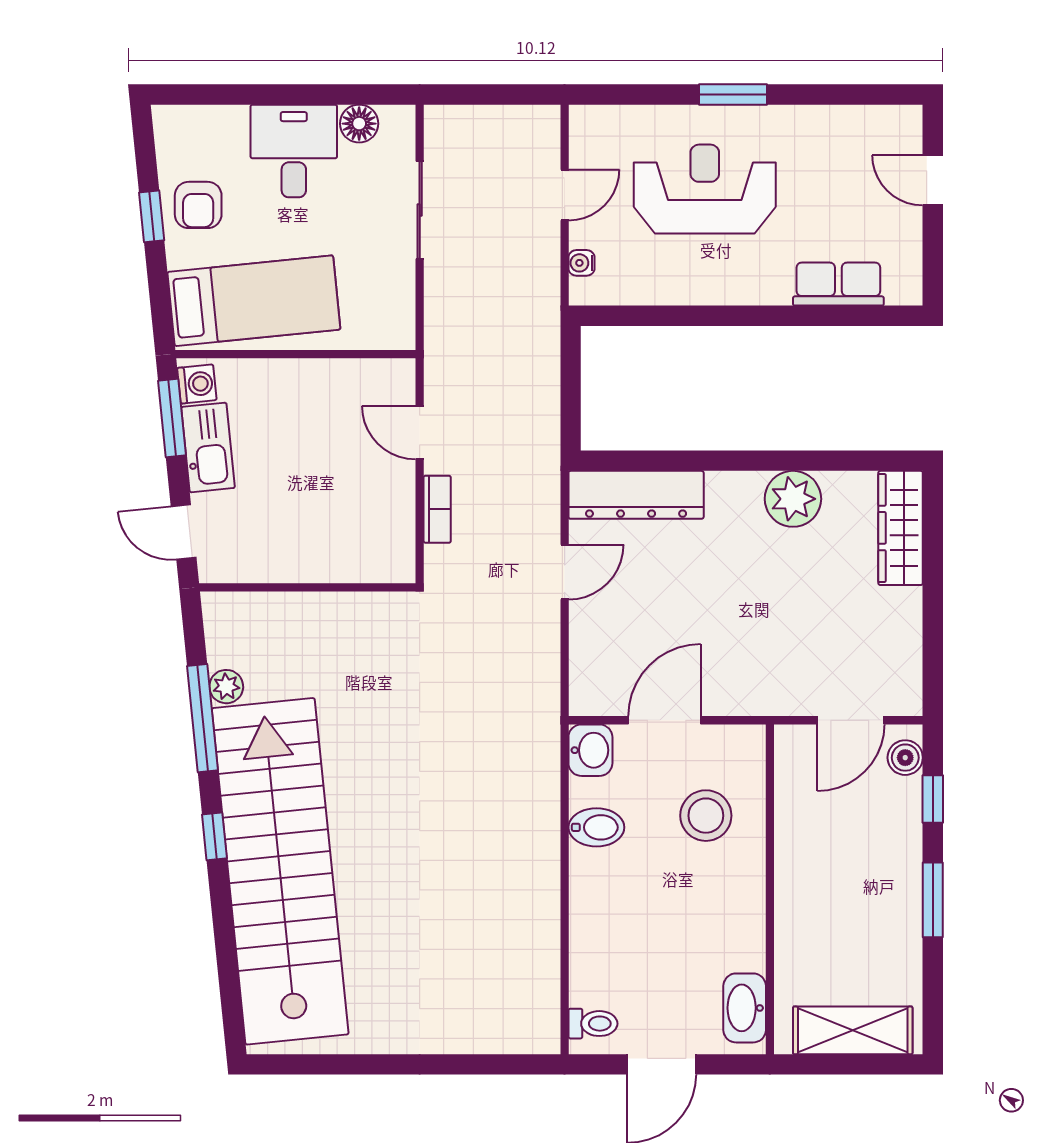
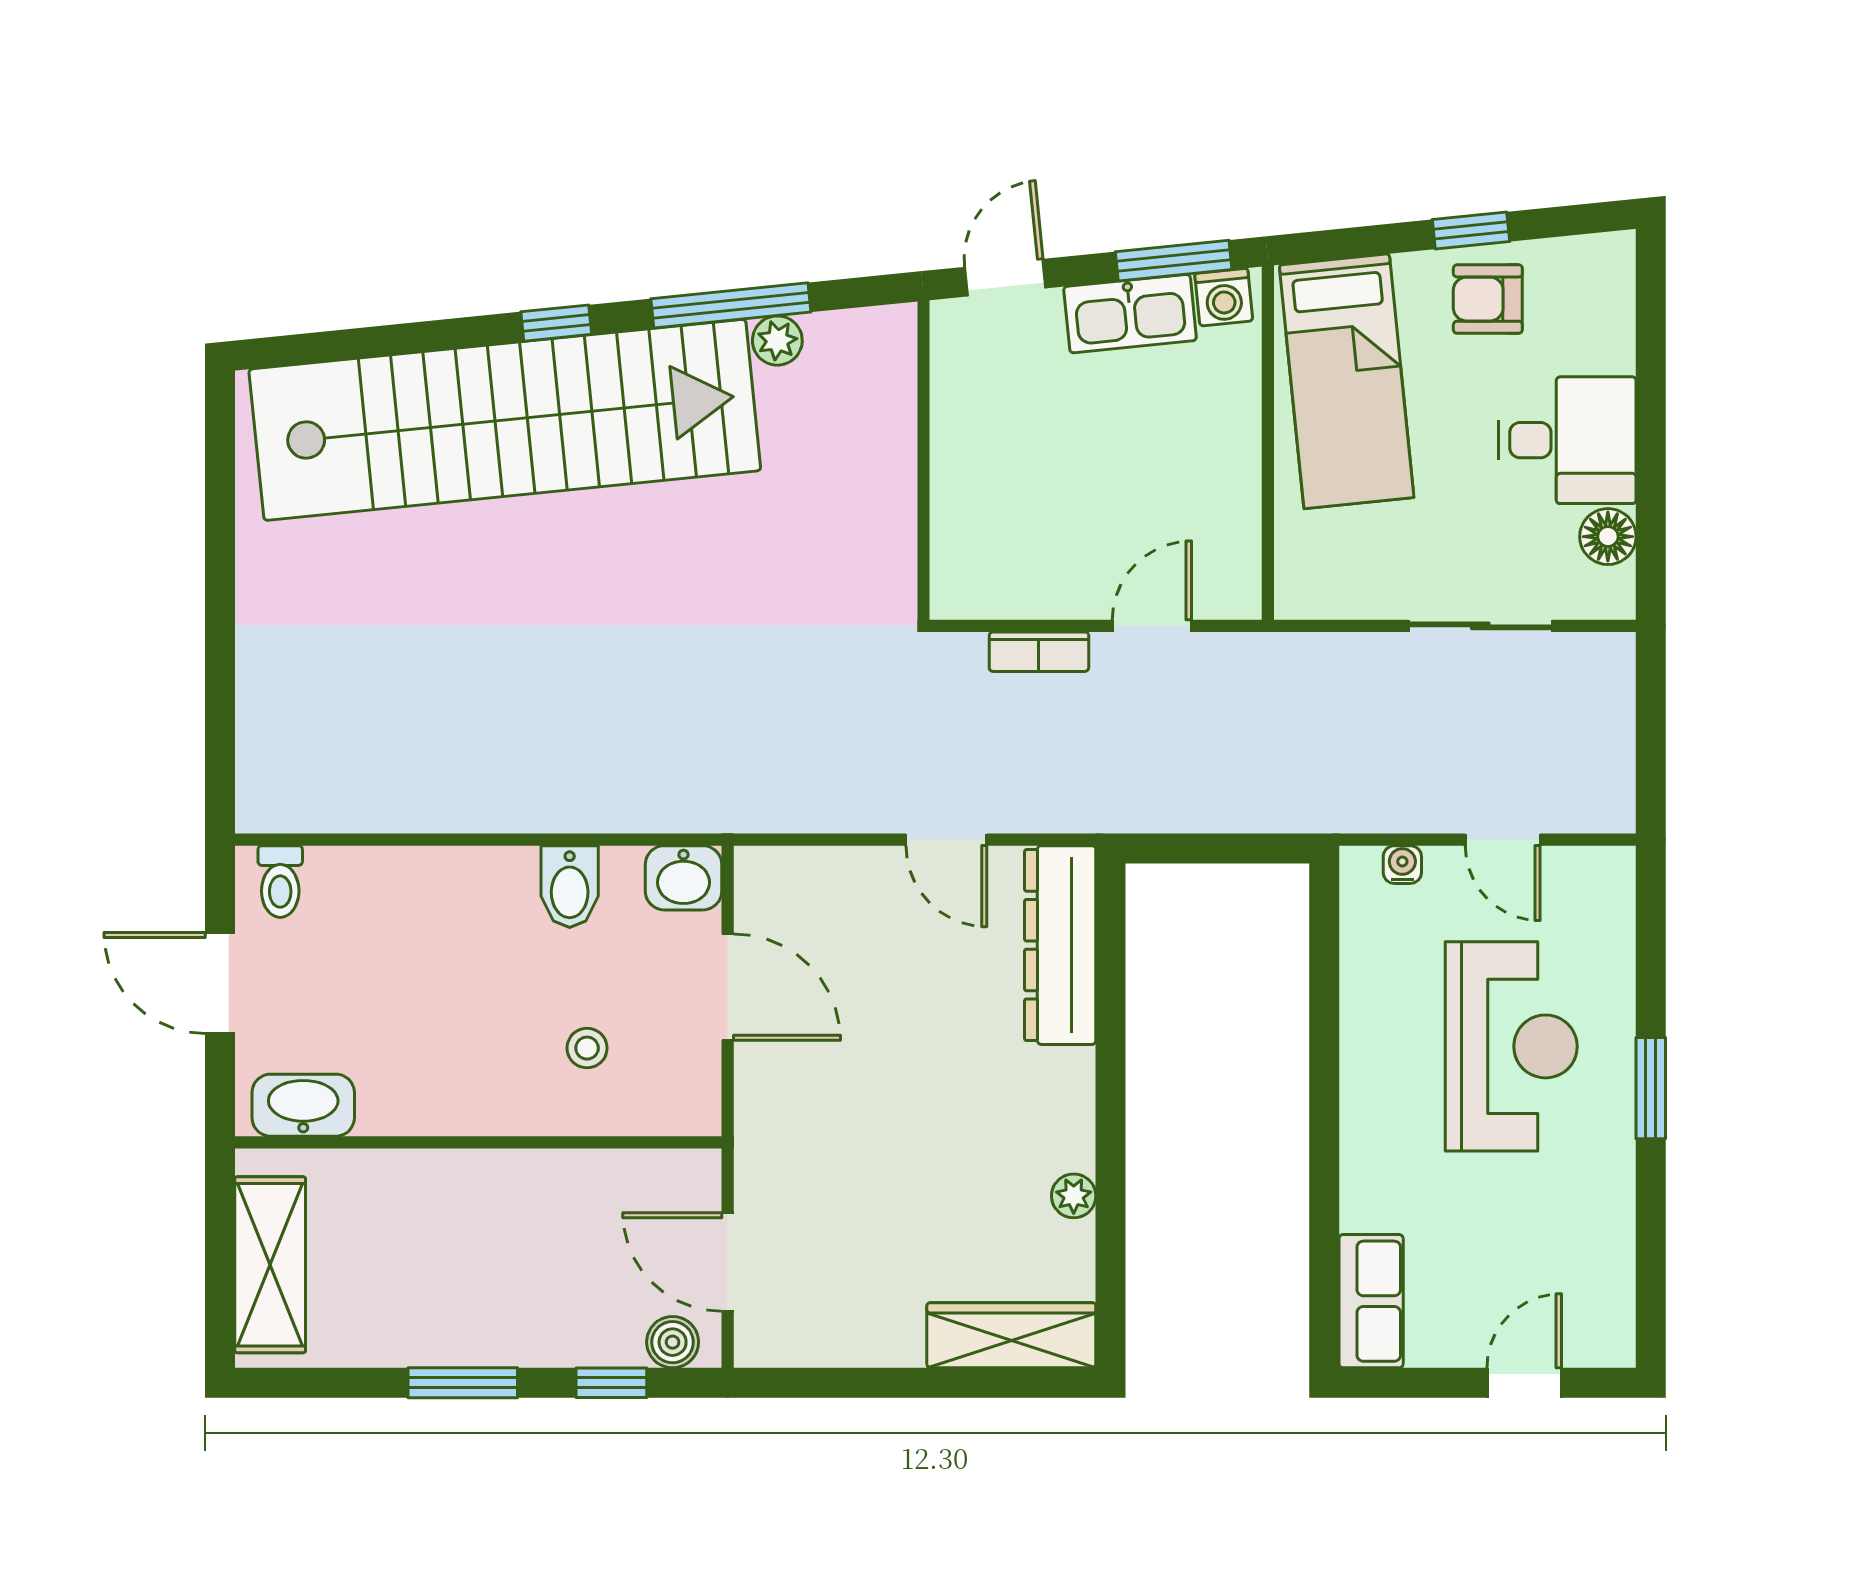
row of seats: (838, 284) -> (1371, 1301), moved
plant: (793, 499) -> (1074, 1196), width x0.53, depth x0.53
stool: (706, 816) -> (587, 1048), width x0.53, depth x0.53

